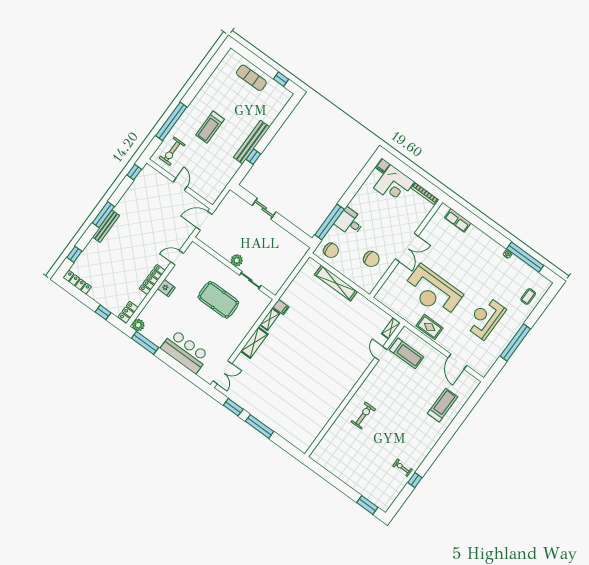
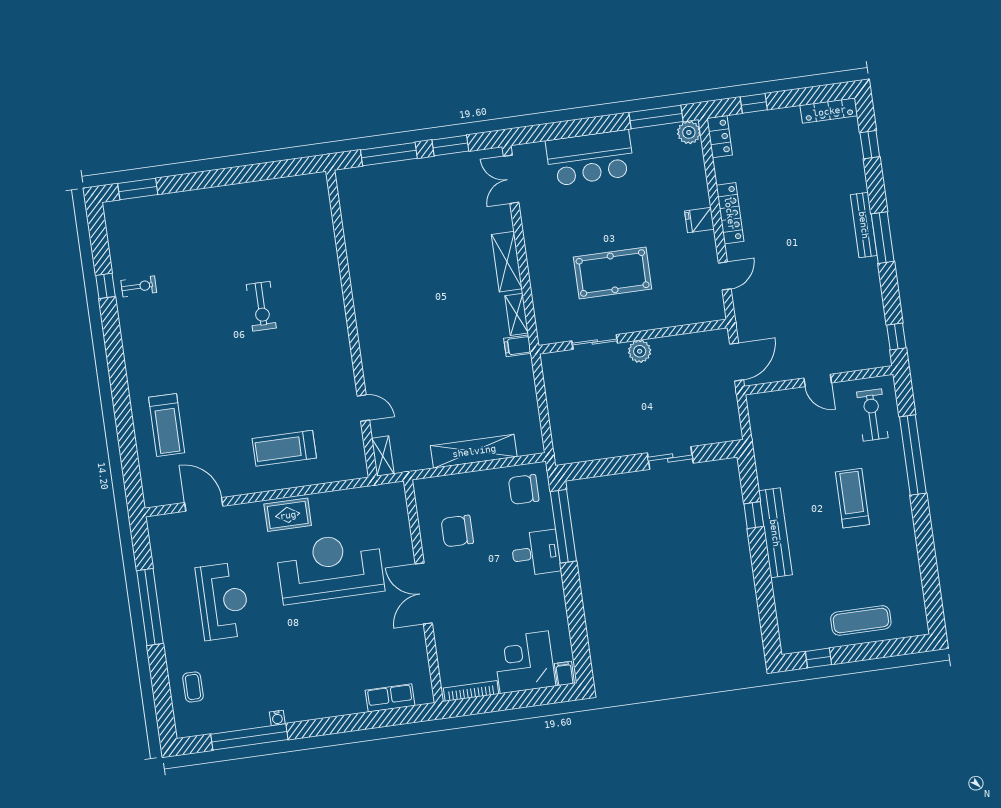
shelving: (391, 328) -> (383, 456), moved
door: (381, 354) -> (363, 408), moved
wall: (354, 390) -> (352, 324), moved

